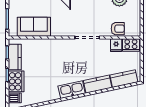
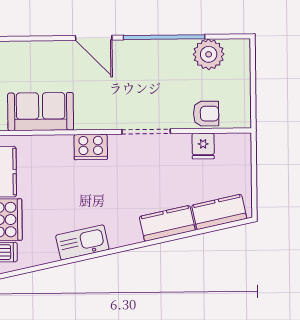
cooker: (131, 45) -> (91, 147), moved
kitchen sink: (72, 90) -> (82, 242), moved

